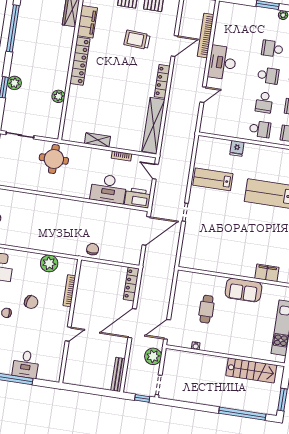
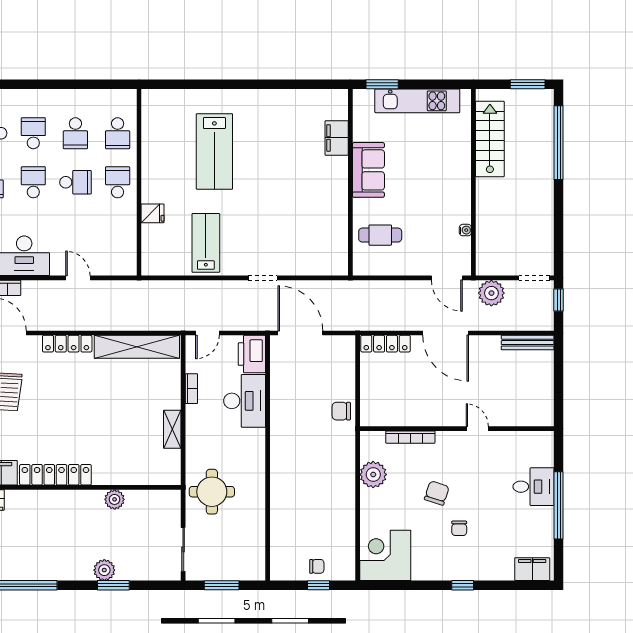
lab bench: (213, 179) -> (206, 243), turned 180
cafe table: (206, 309) -> (380, 235), moved

